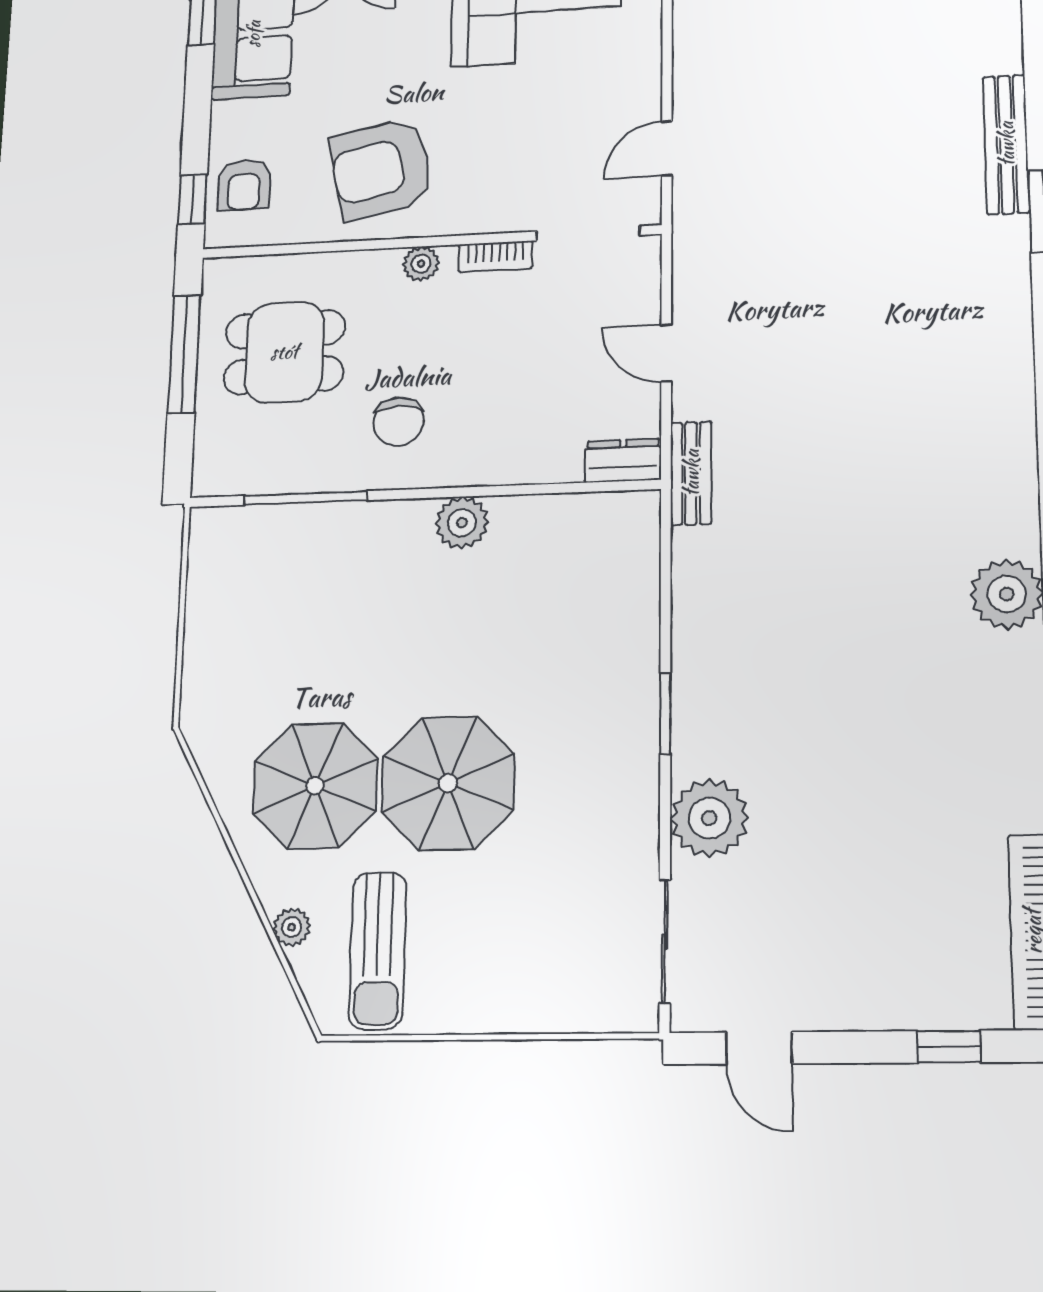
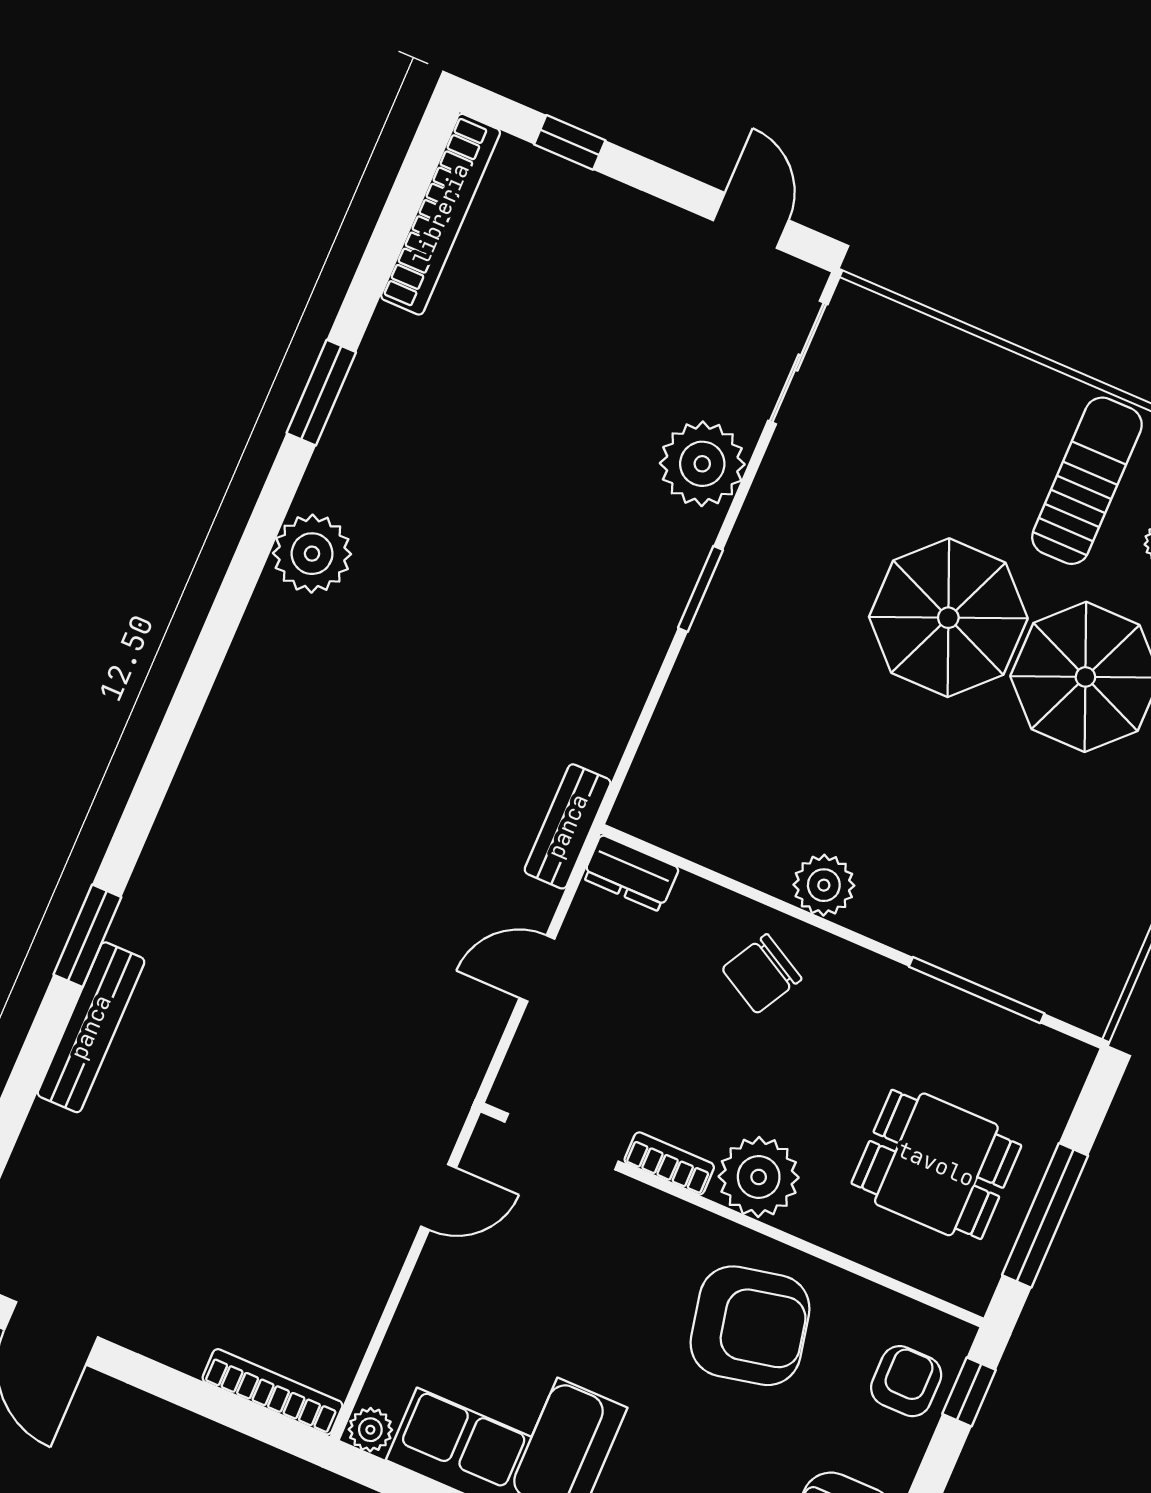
plant: (421, 264) -> (759, 1177), width x1.88, depth x1.88
door: (666, 353) -> (537, 968), swing flipped
chair: (399, 421) -> (762, 974), moved, turned -151

